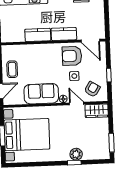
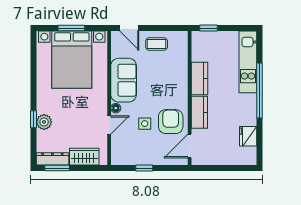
armchair: (92, 89) -> (127, 146), removed
wardrobe: (97, 111) -> (84, 157), moved, turned 90
dresser: (104, 147) -> (52, 159), added

